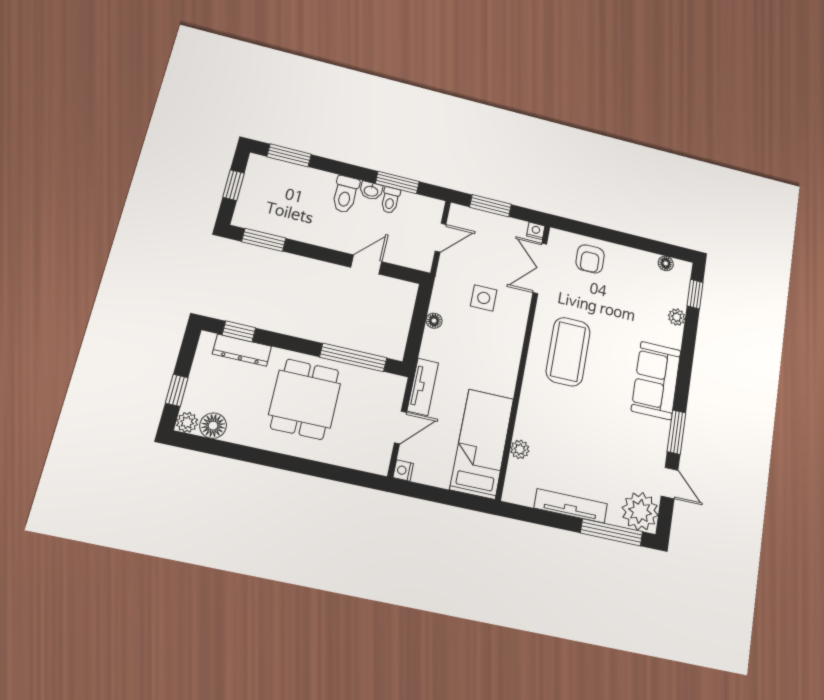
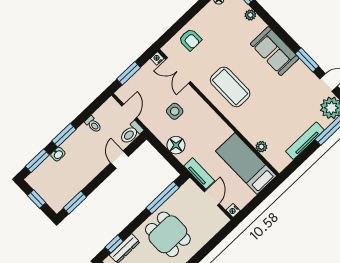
window: (397, 182) -> (64, 135), moved
washbasin: (371, 191) -> (58, 154), moved
toilet: (345, 194) -> (131, 133), moved, turned 90
floor lamp: (434, 321) -> (176, 145), width x1.89, depth x1.89

